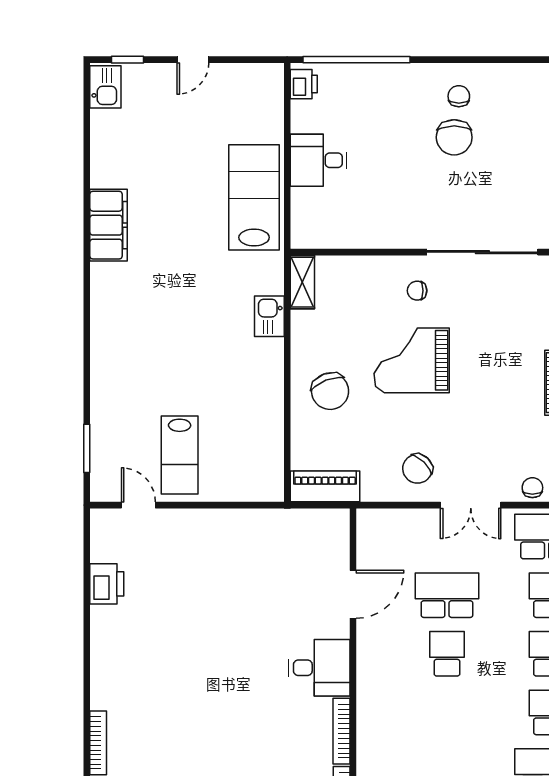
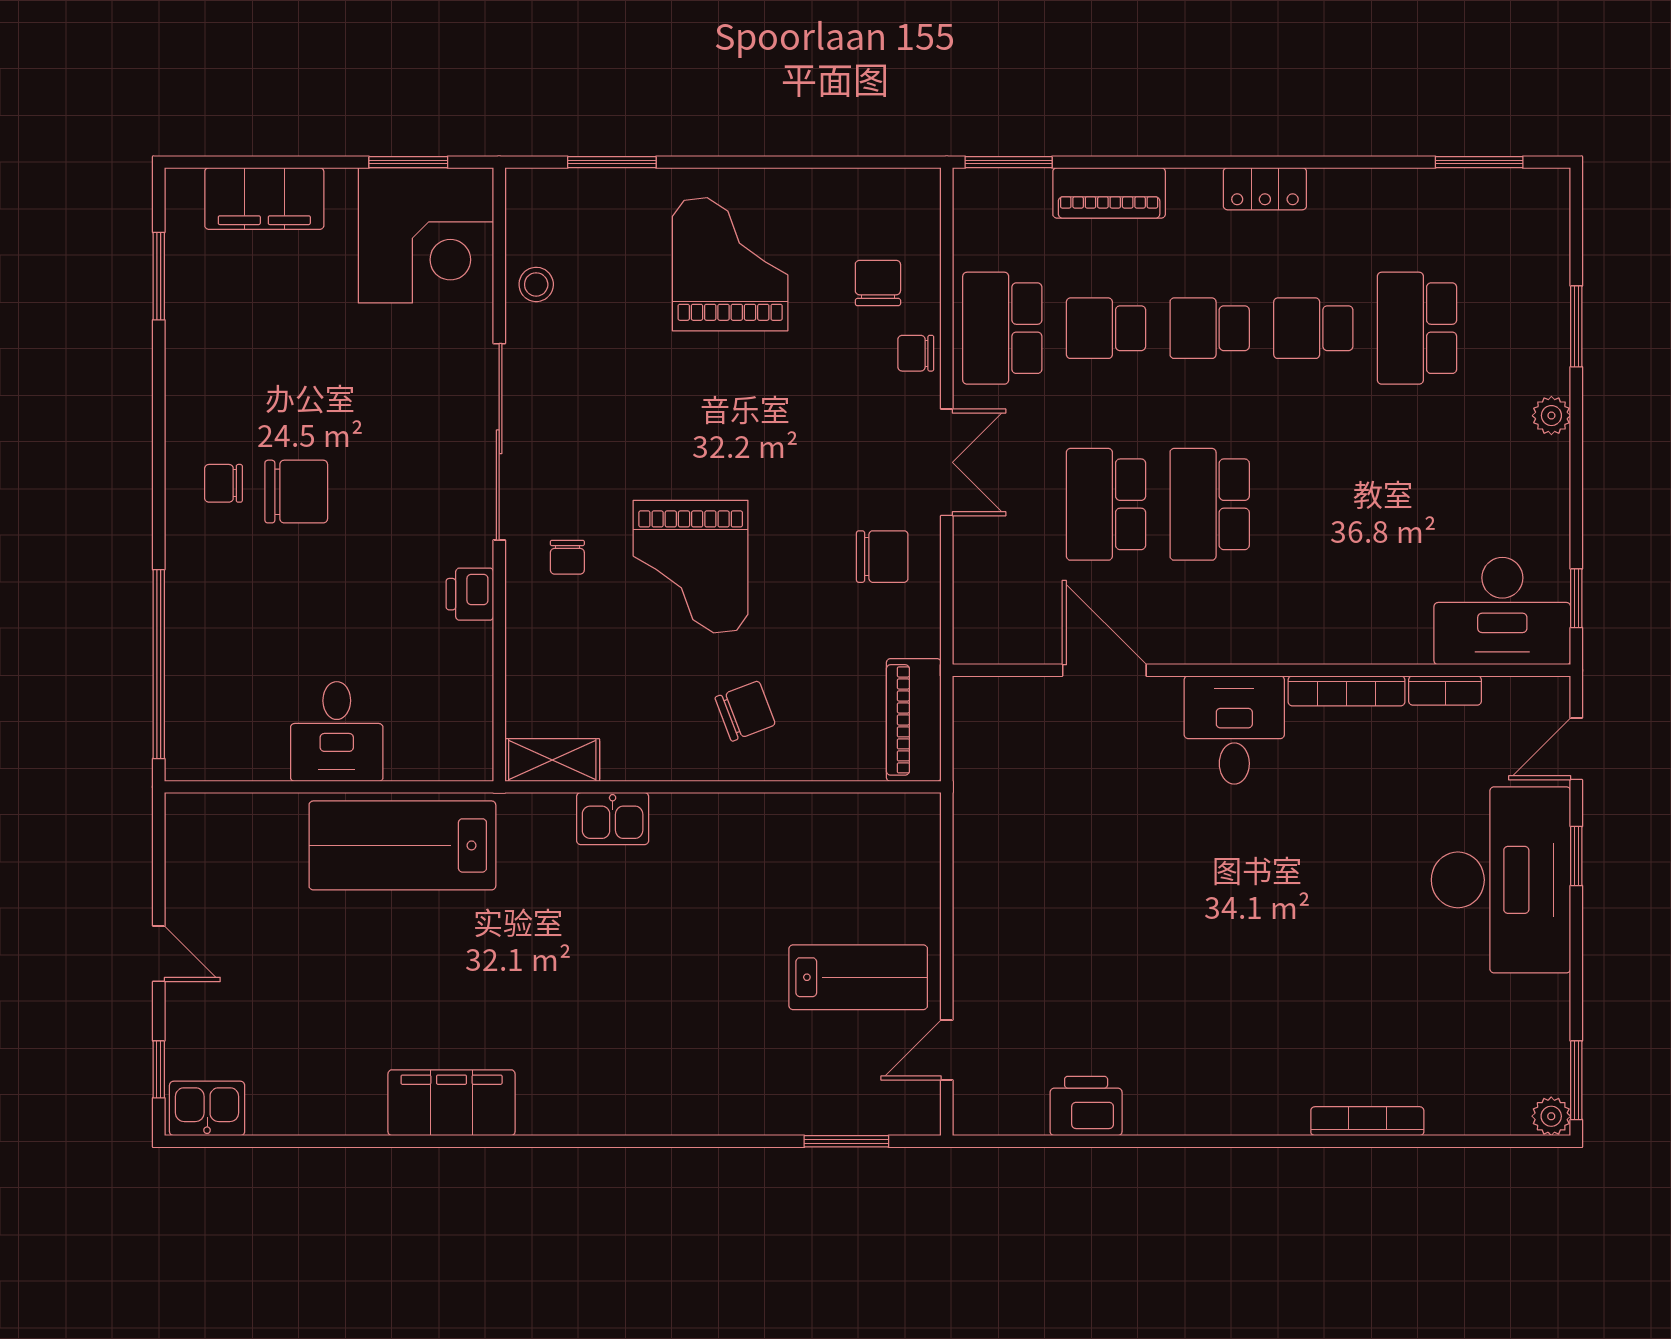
printer: (304, 84) -> (470, 594), moved, turned -90
chair: (330, 391) -> (745, 711), width x0.73, depth x0.73
chair: (417, 469) -> (882, 557), turned -44
school desk: (447, 654) -> (1210, 504), width x1.85

